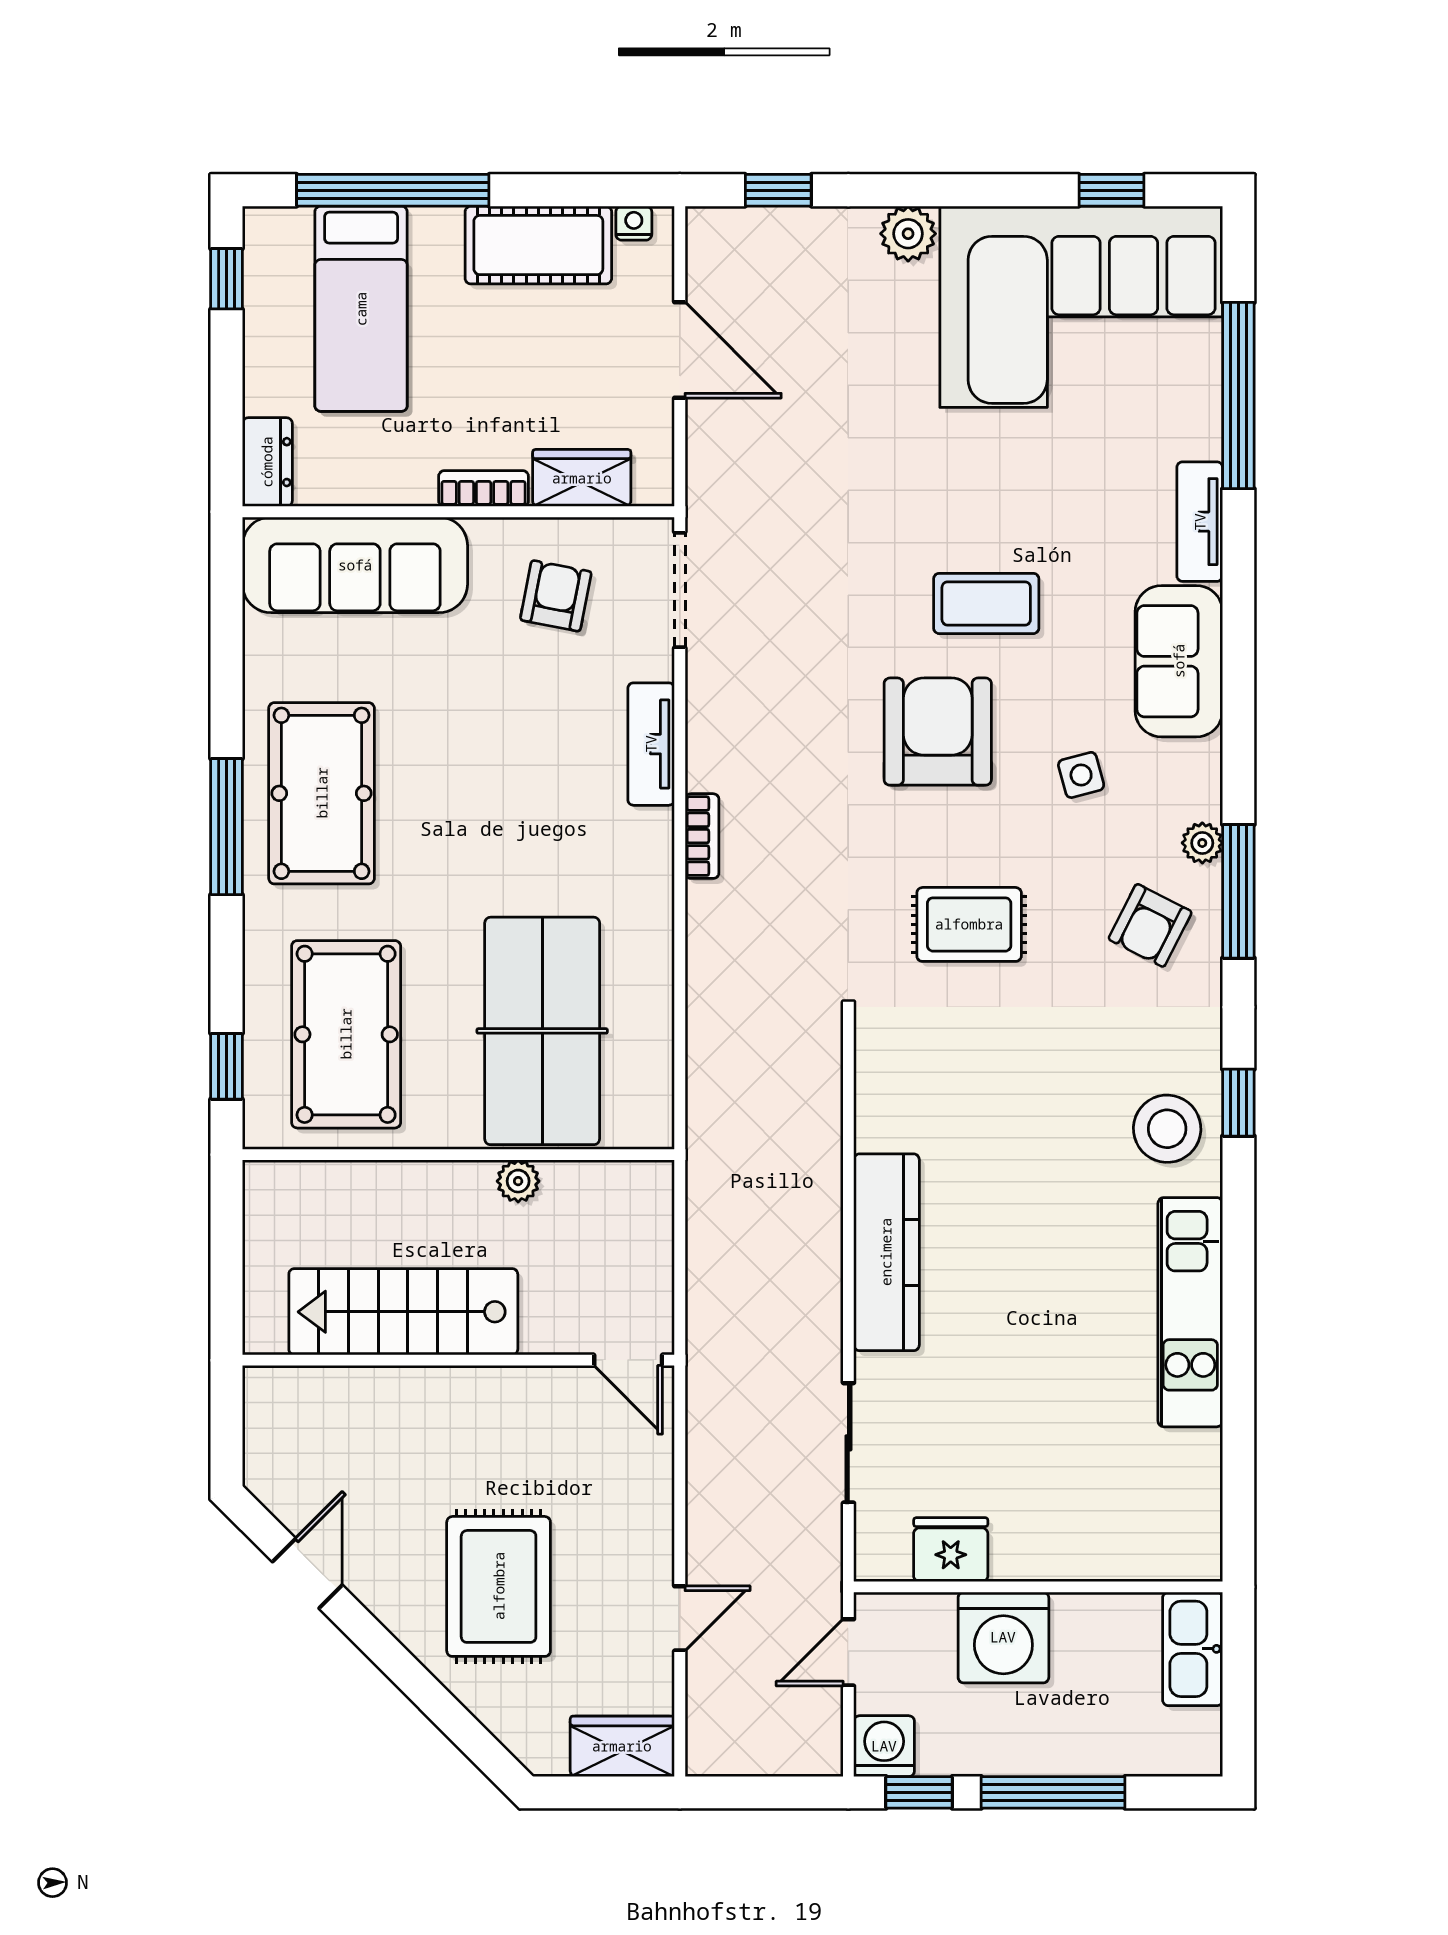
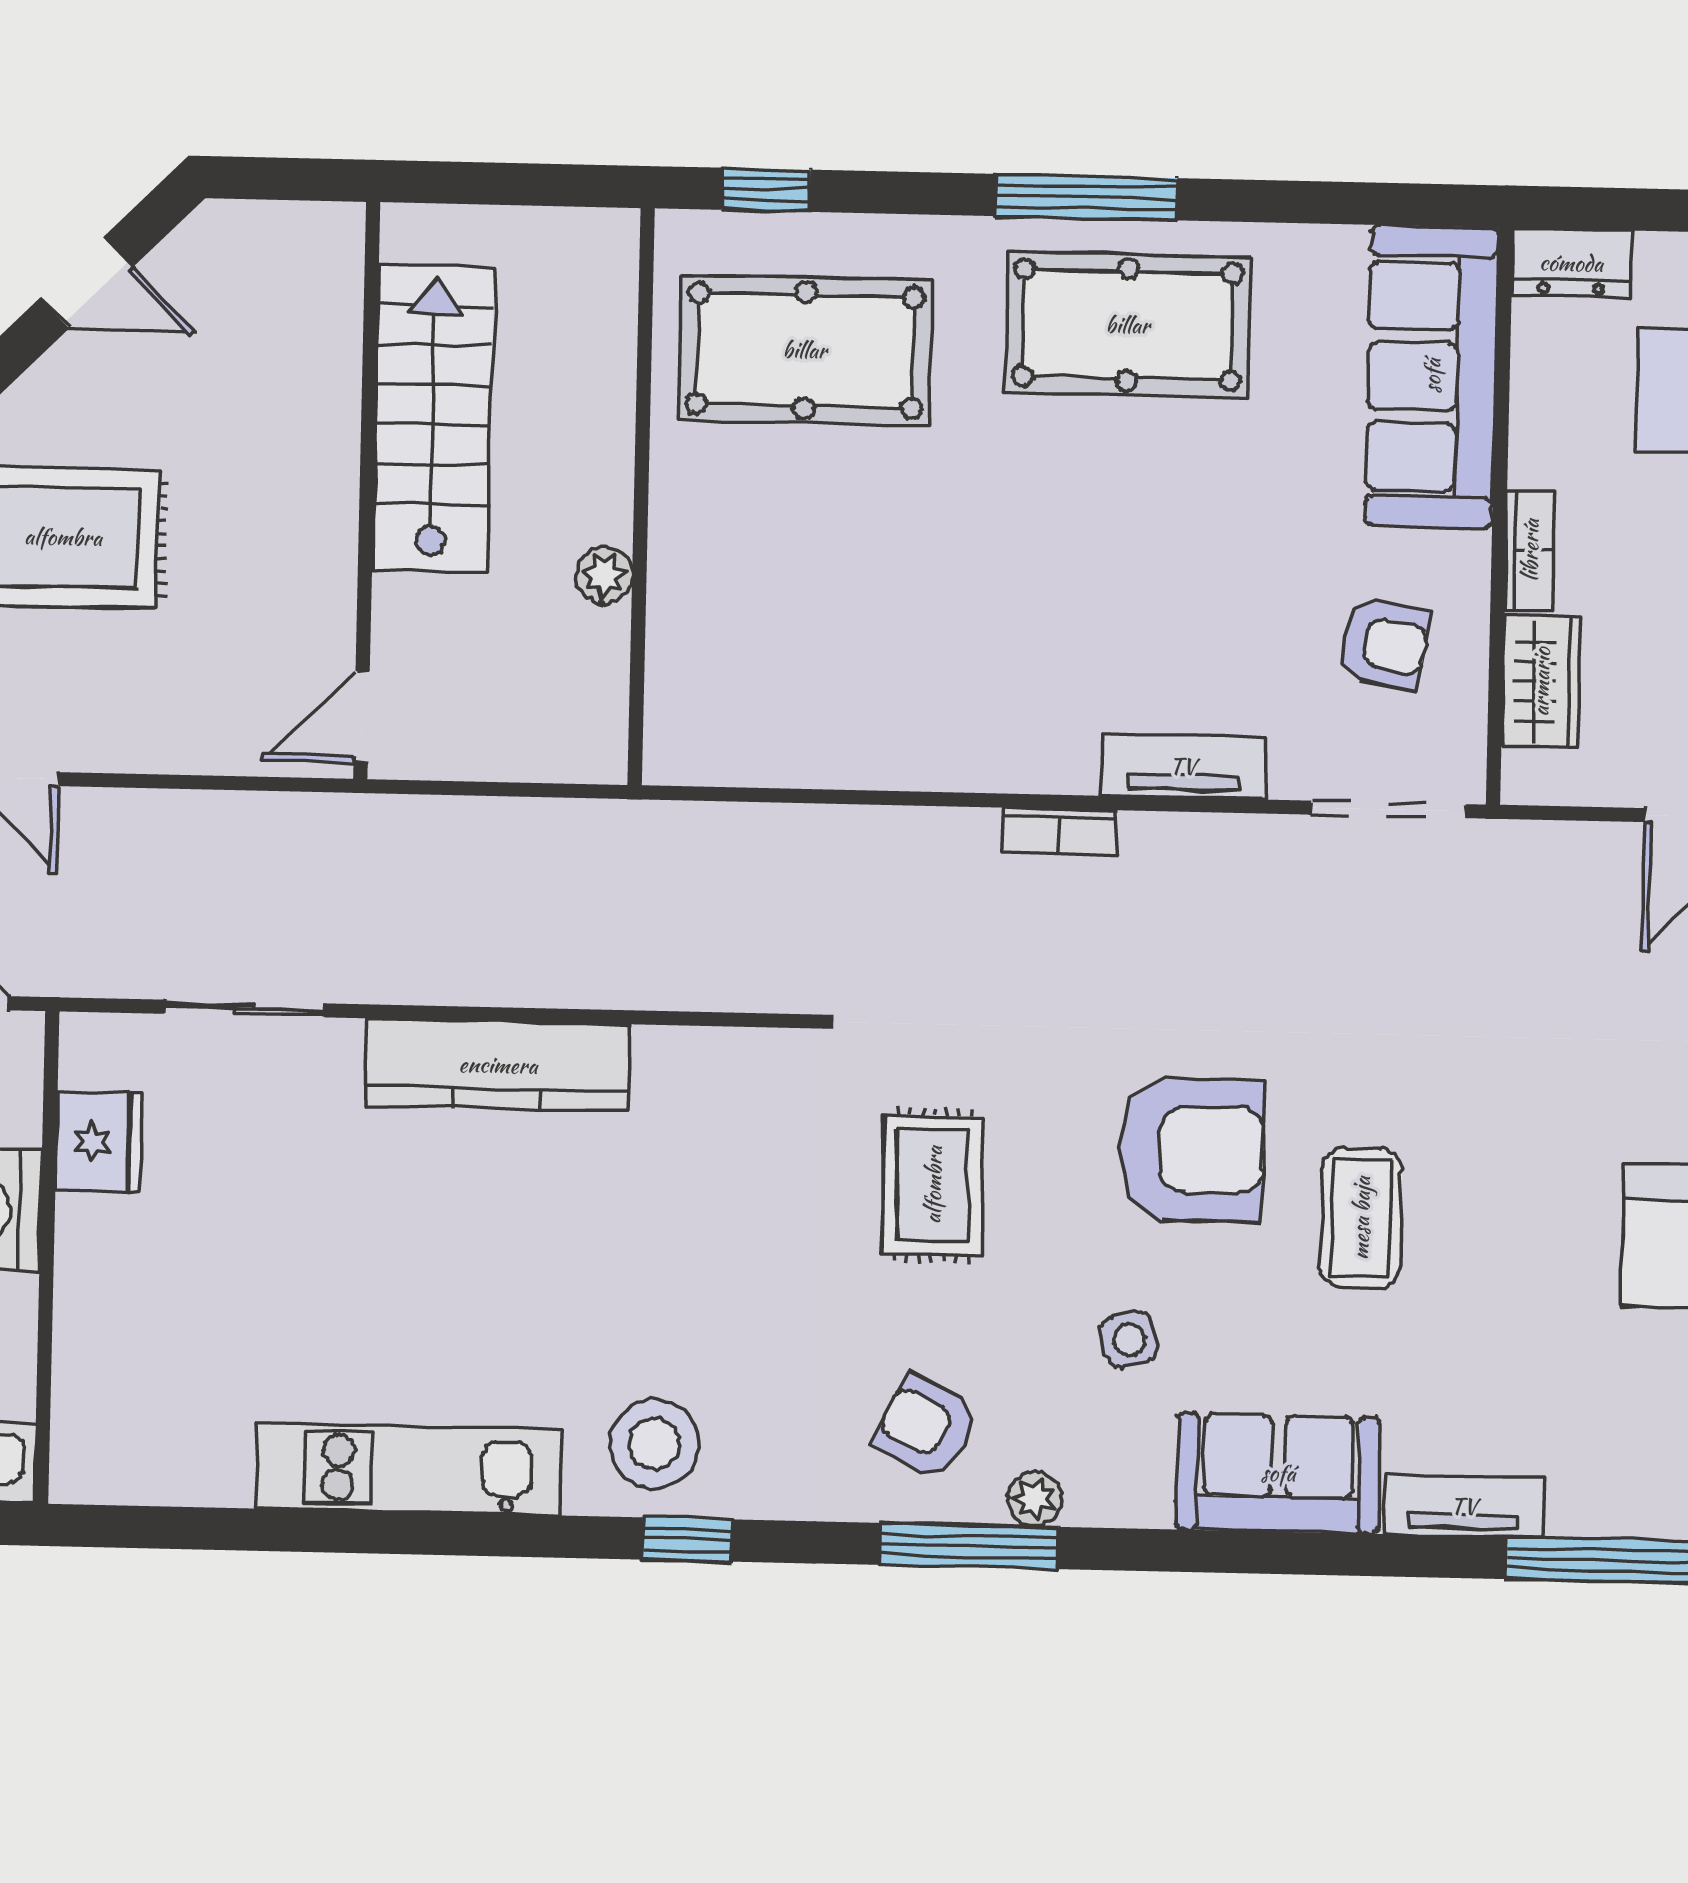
table tennis table: (542, 1031) -> (804, 612), removed

